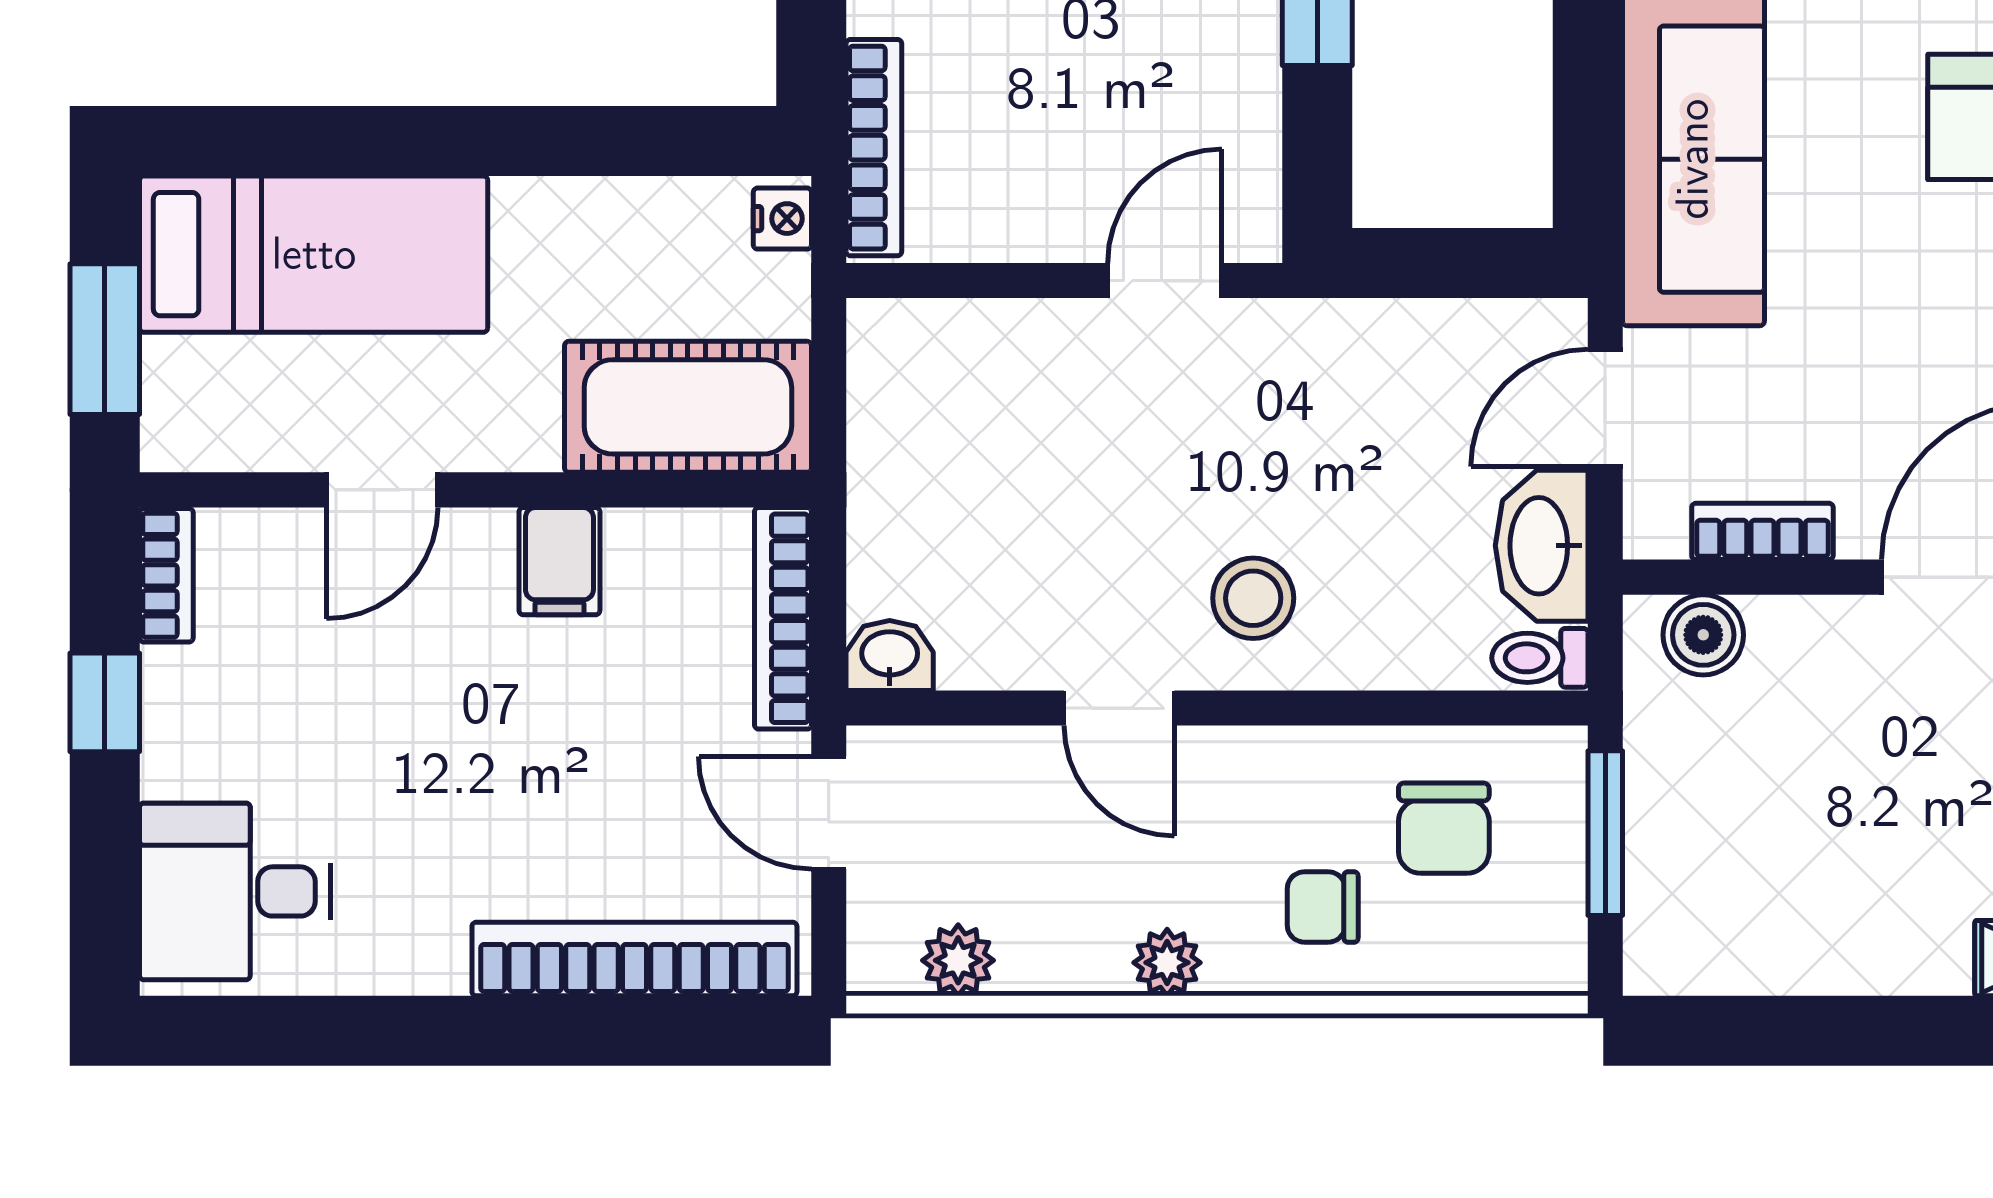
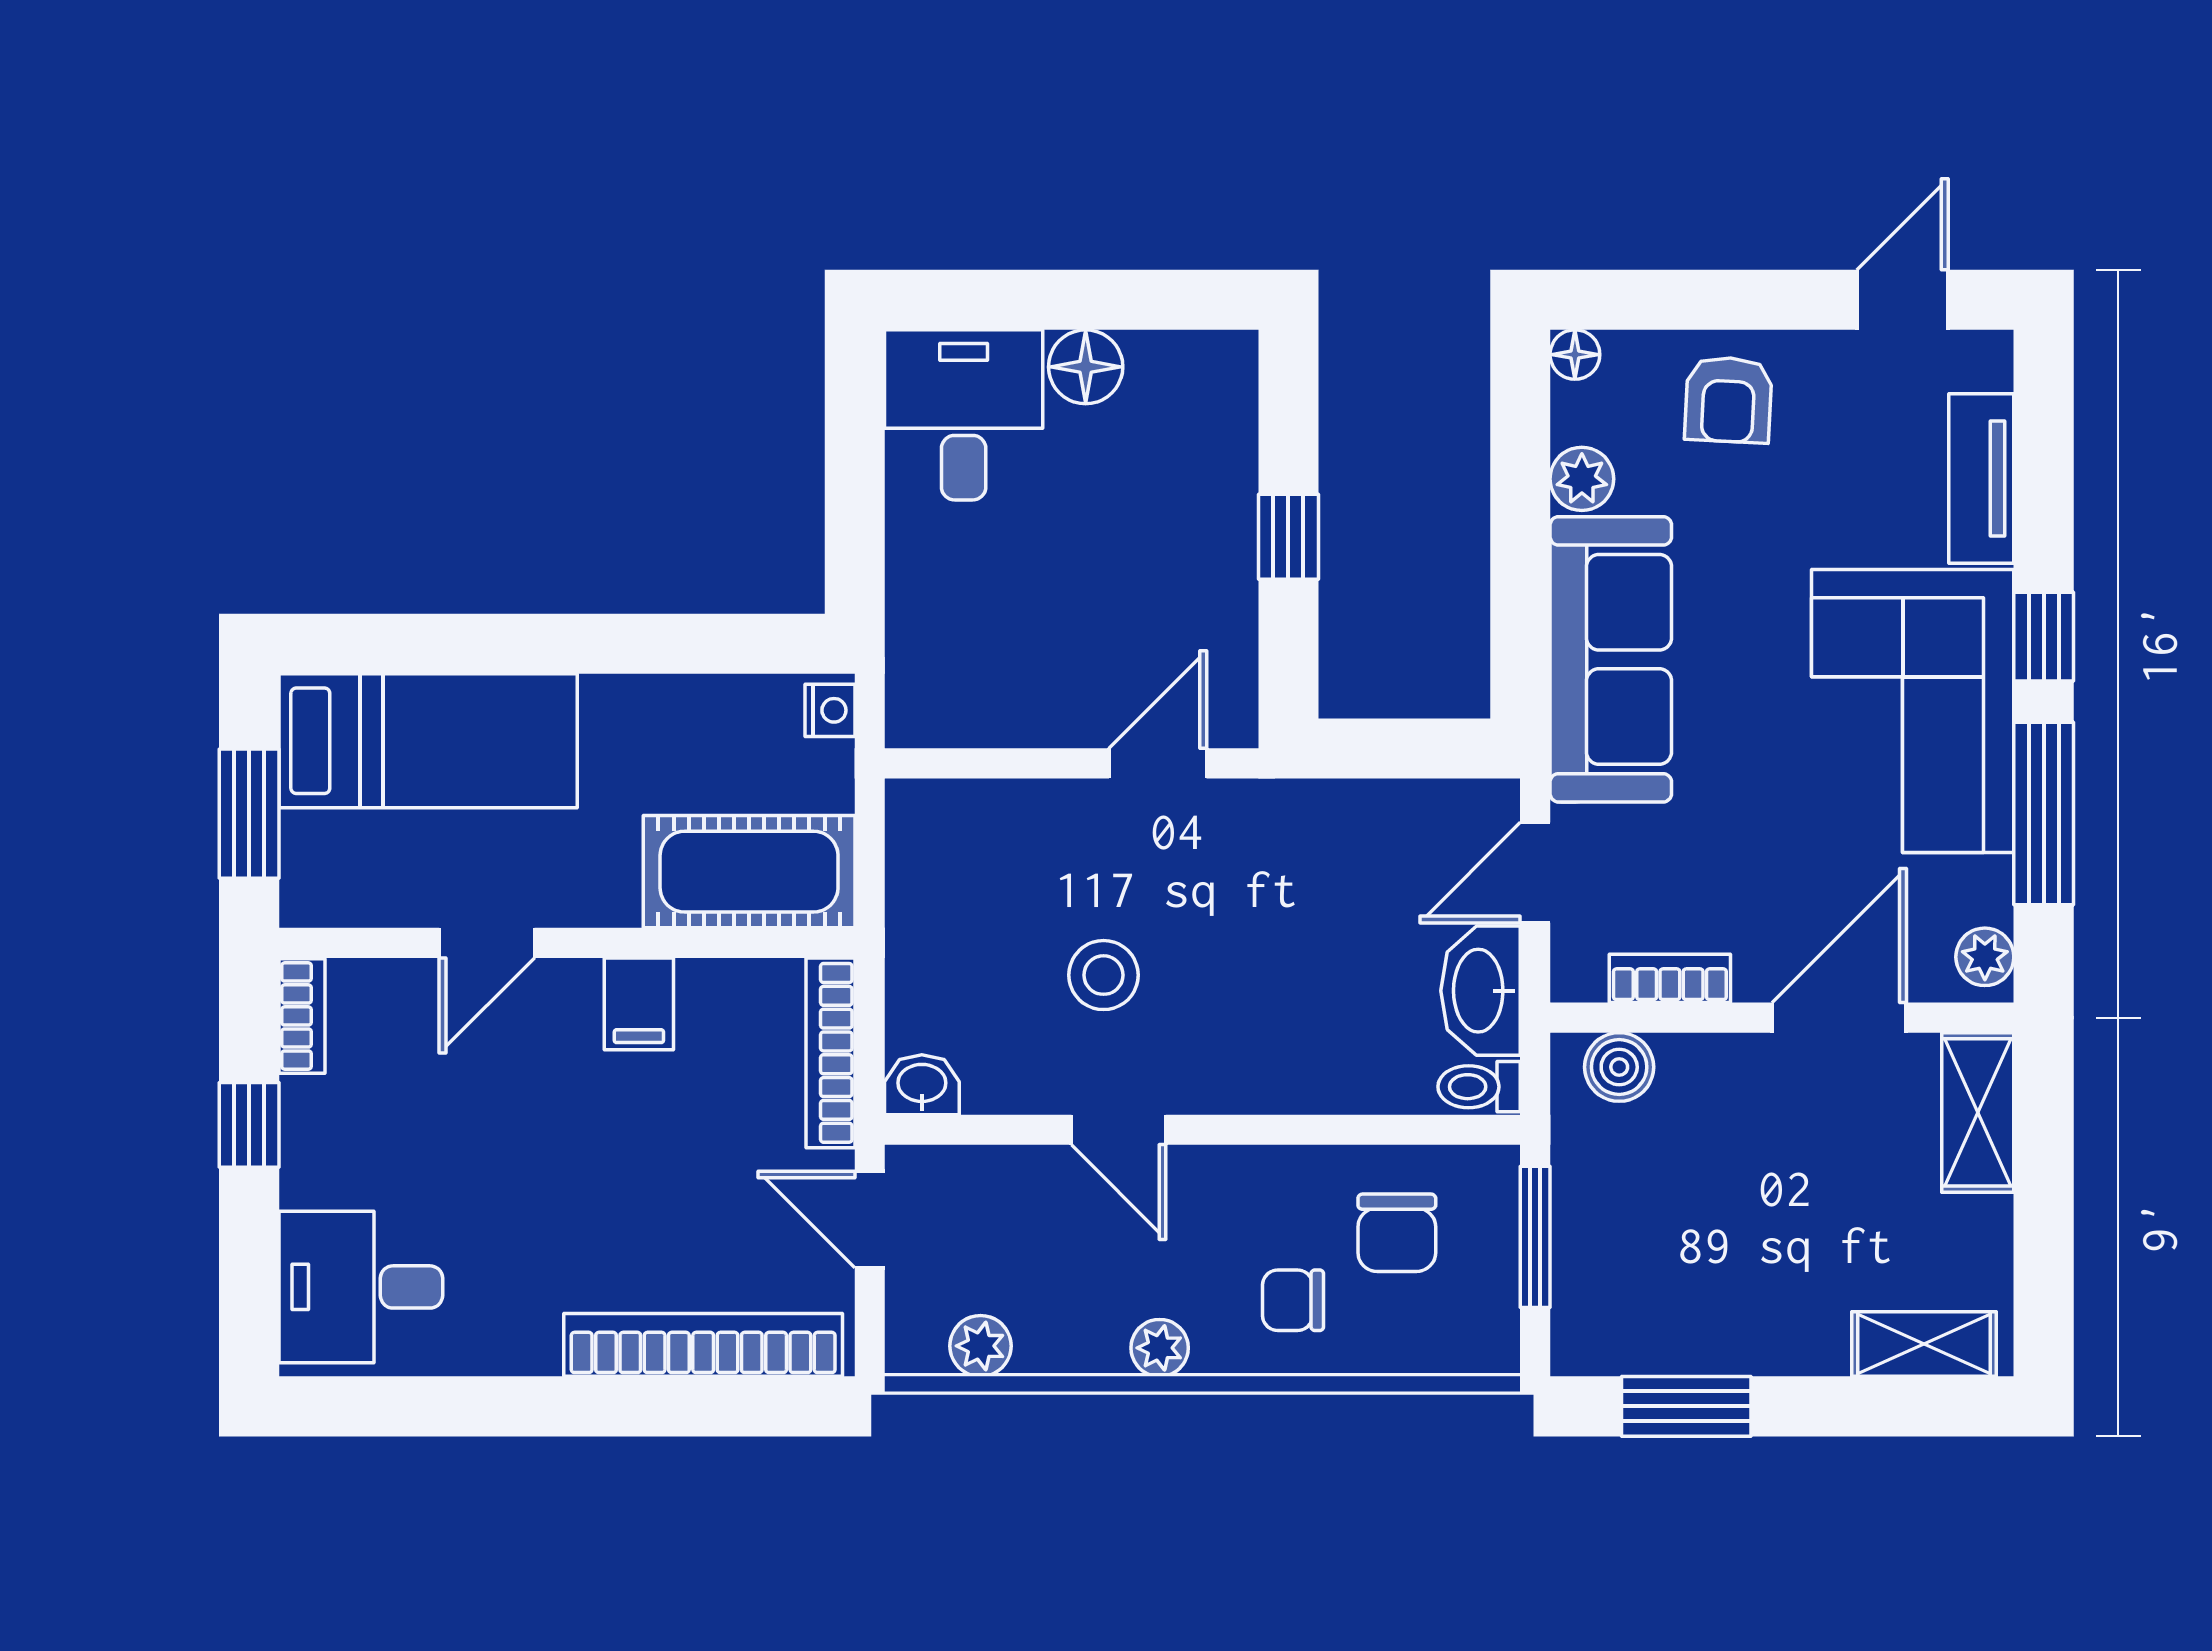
bookcase: (874, 148) -> (908, 649), removed
stool: (1253, 598) -> (1104, 975), moved
window: (1782, 1031) -> (1686, 1406), added

